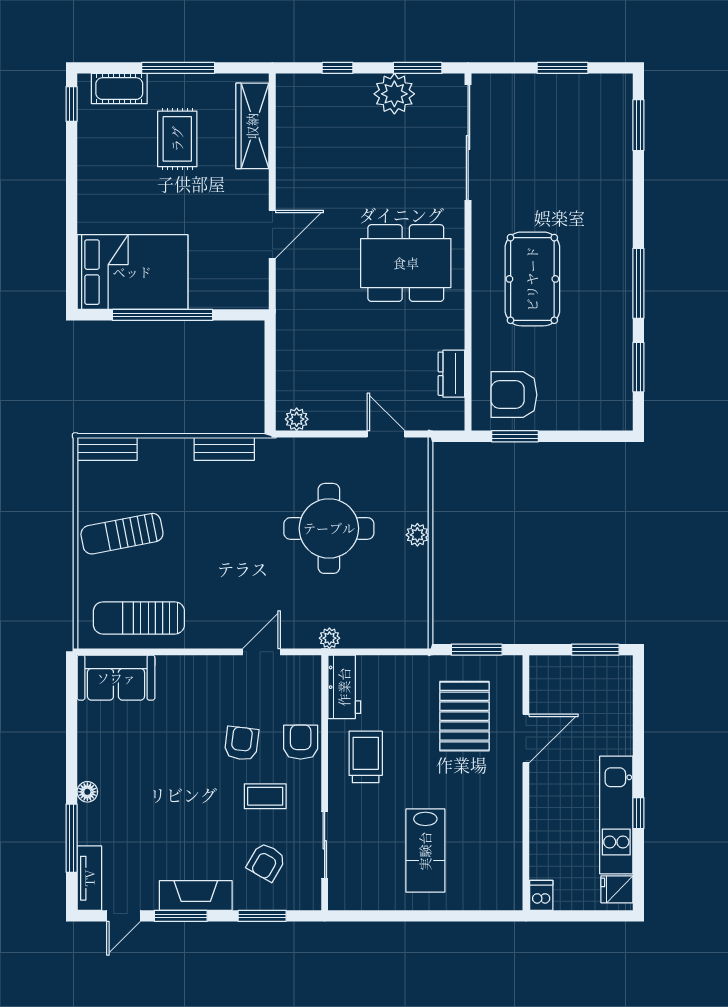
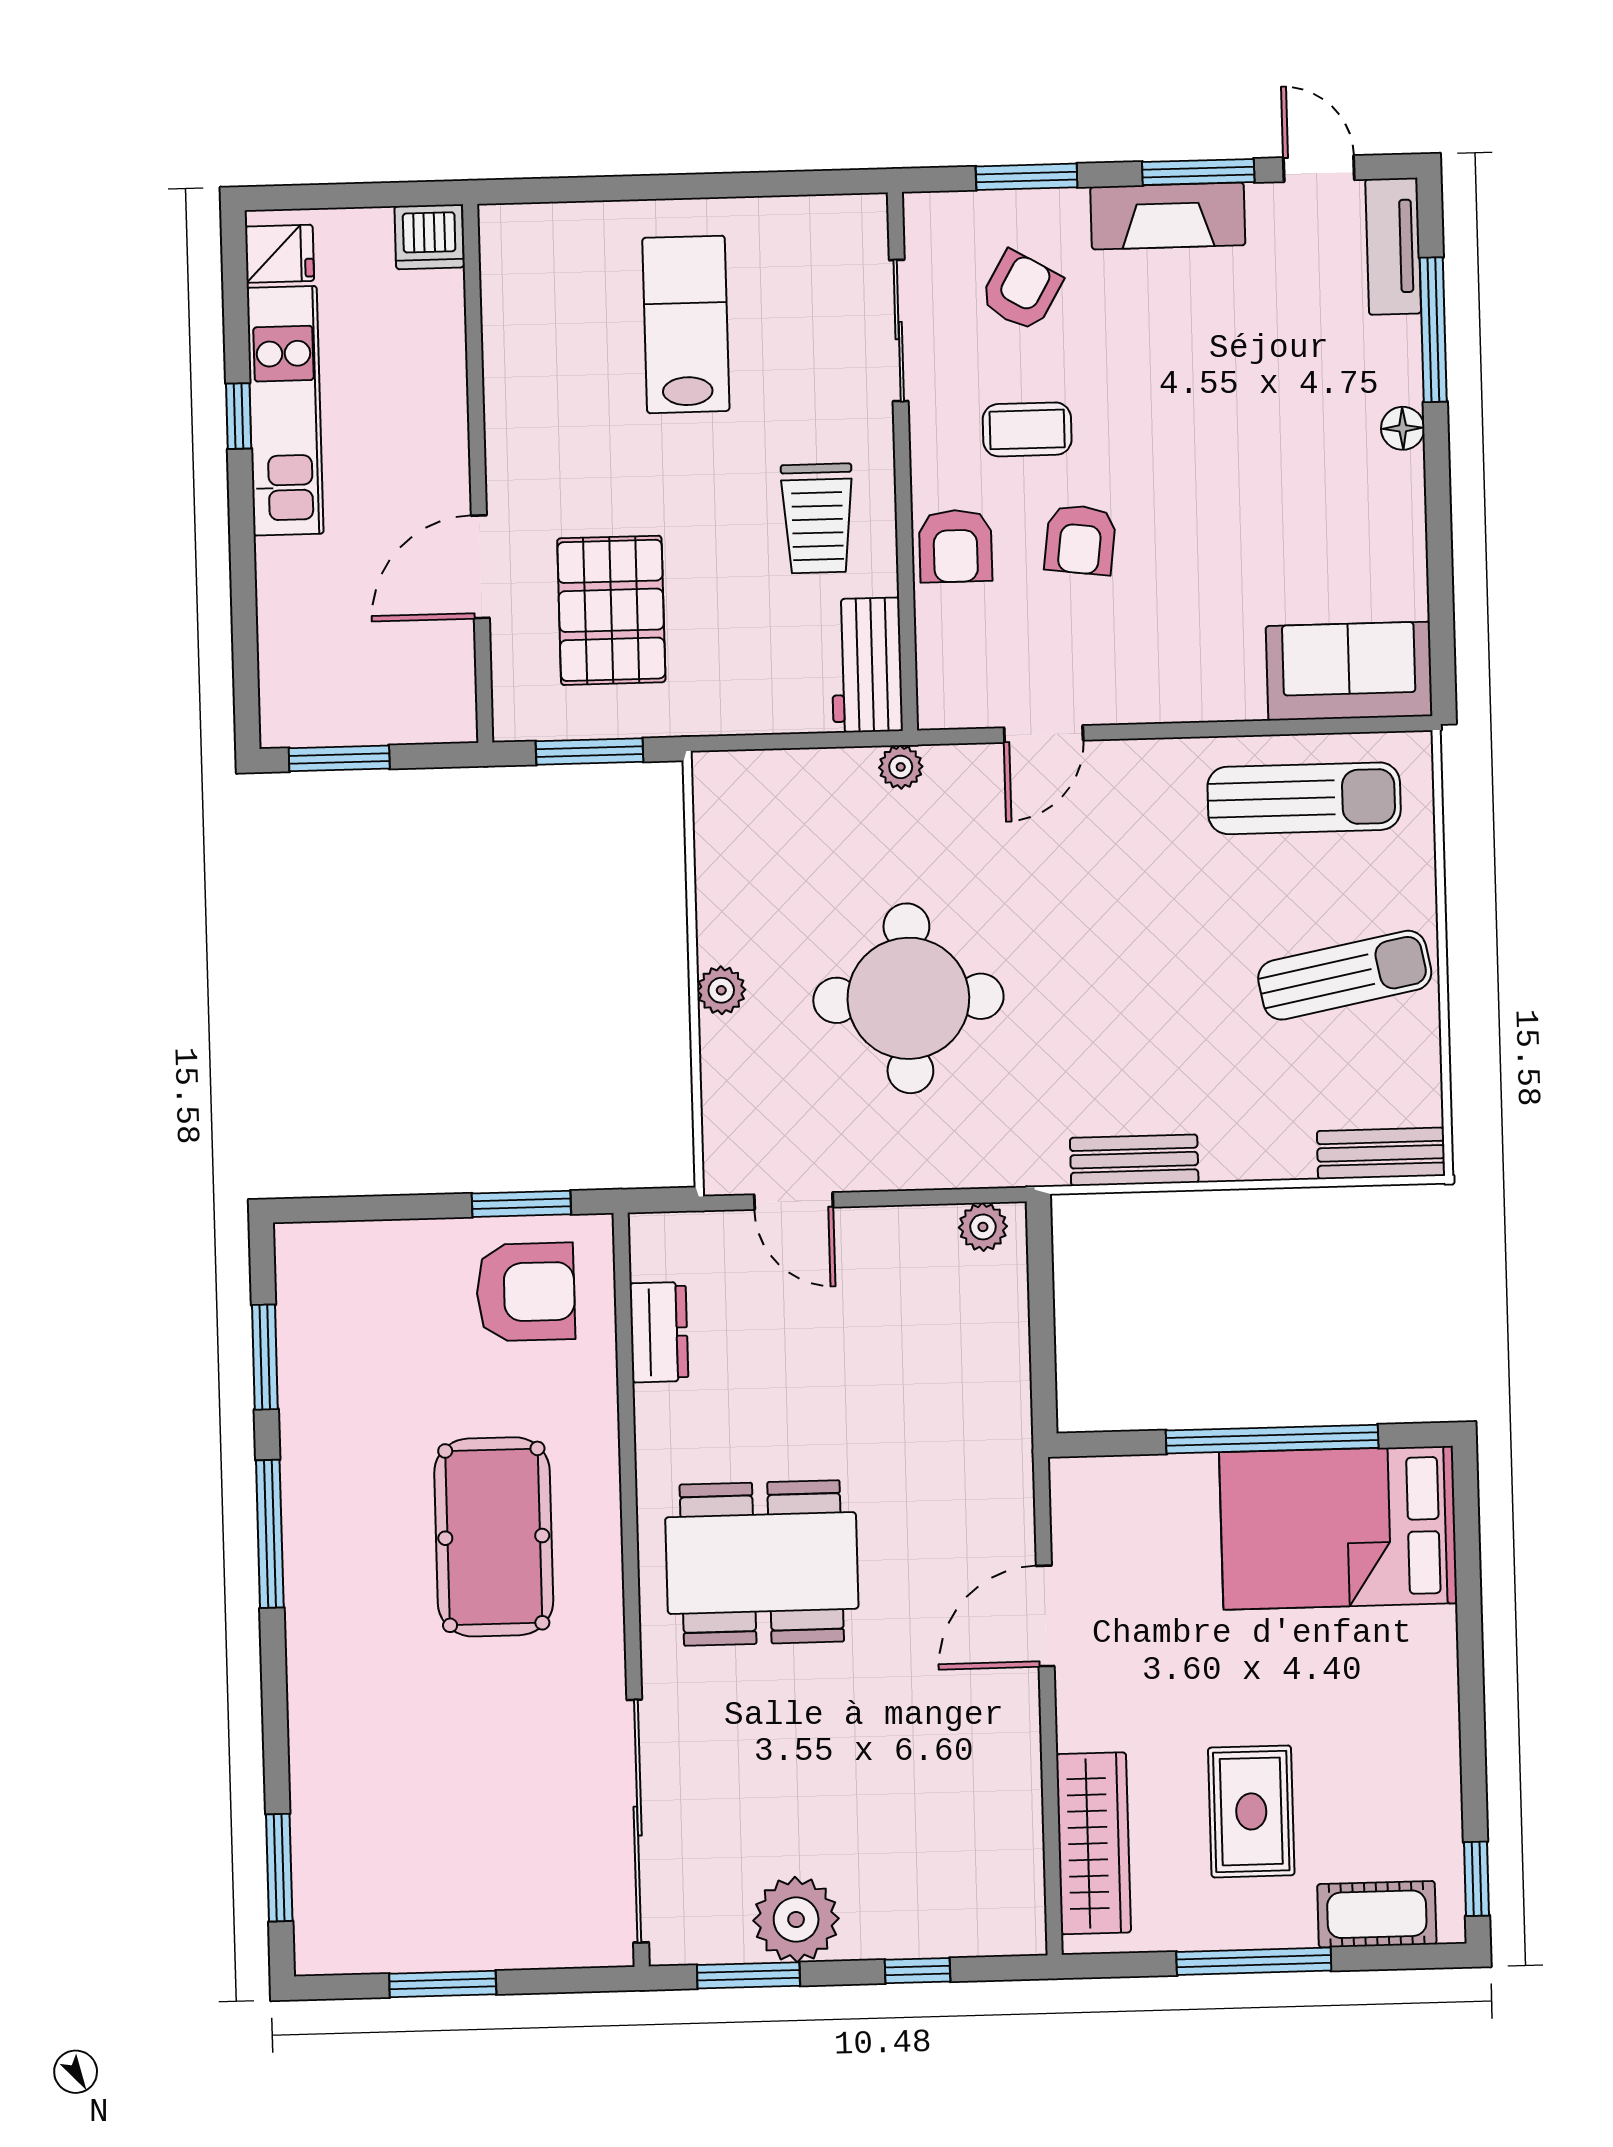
dishwasher: (541, 895) -> (429, 237), width x1.38
door: (124, 916) -> (1319, 169), hinge flipped

